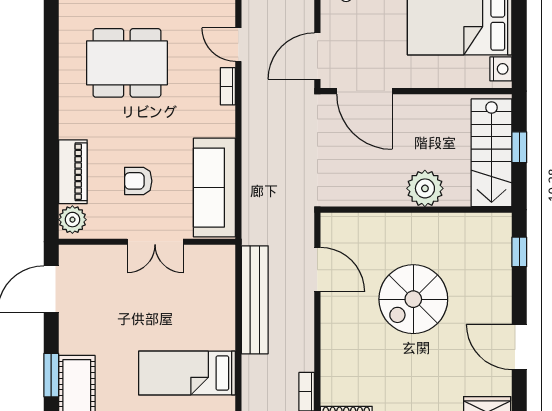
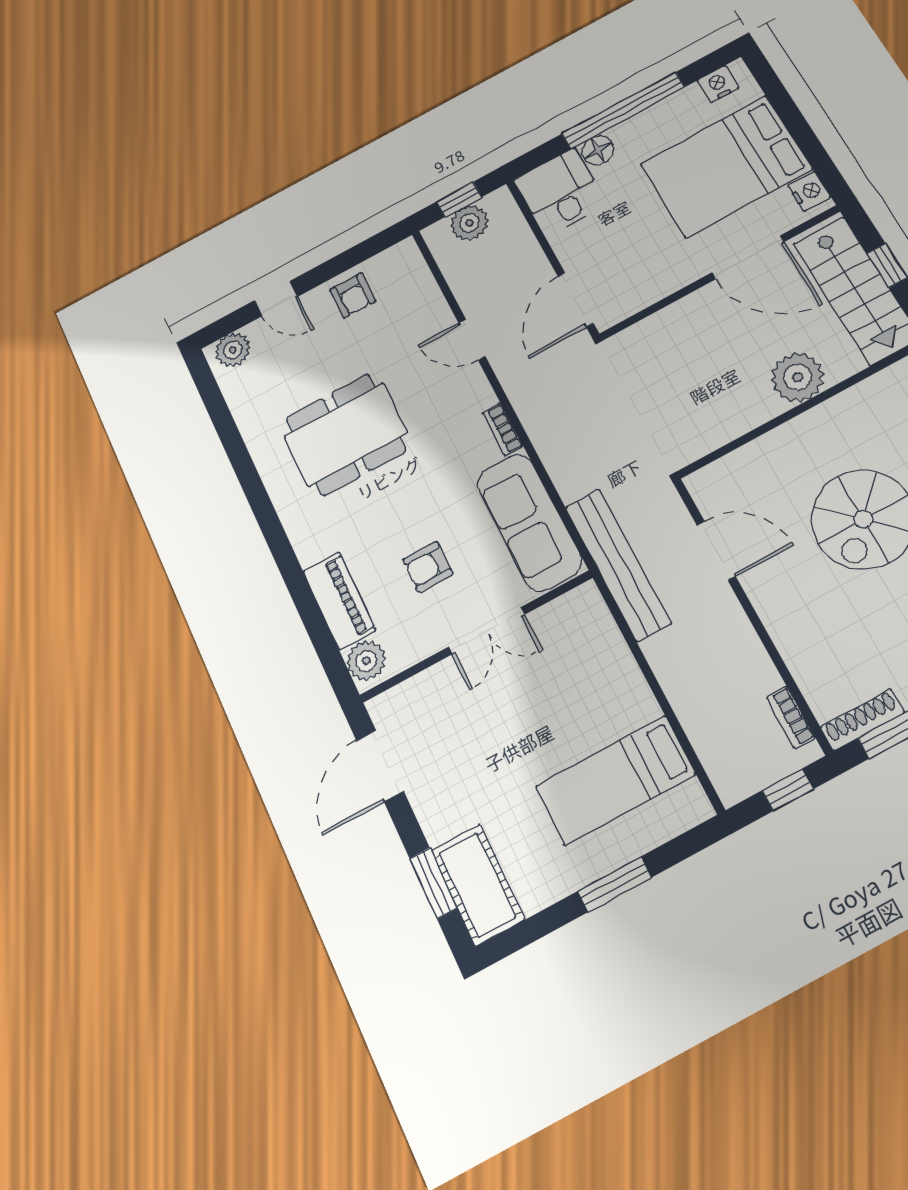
bookcase: (228, 86) -> (503, 430), moved
door: (364, 91) -> (748, 257), moved
bench: (255, 300) -> (618, 564), moved

